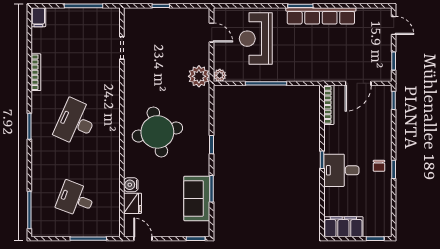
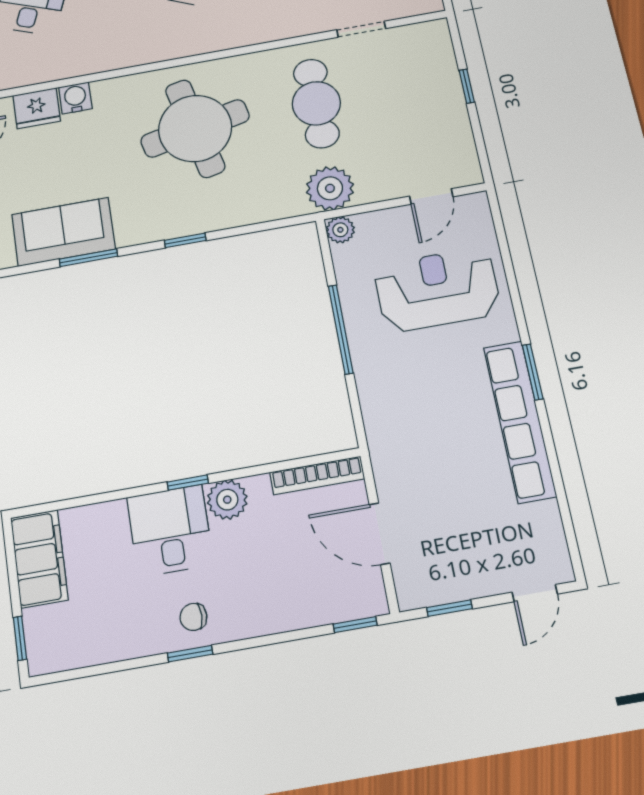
cafe table: (156, 75) -> (316, 103), added
plant: (332, 144) -> (227, 500), added

